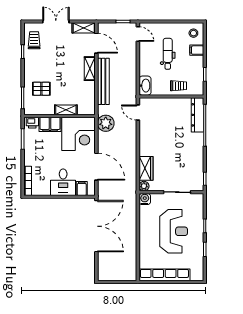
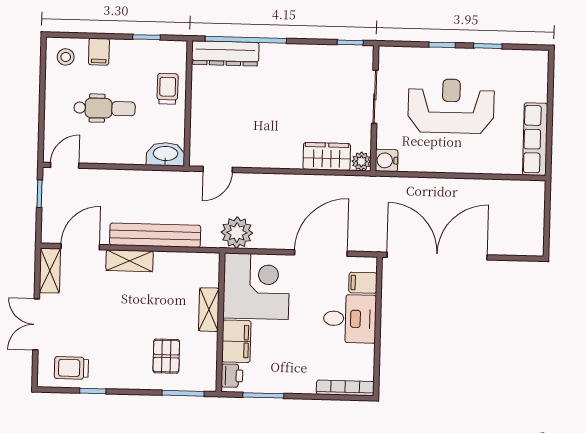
dental chair: (168, 54) -> (105, 108), turned 180
row of seats: (164, 275) -> (535, 139), width x0.73

